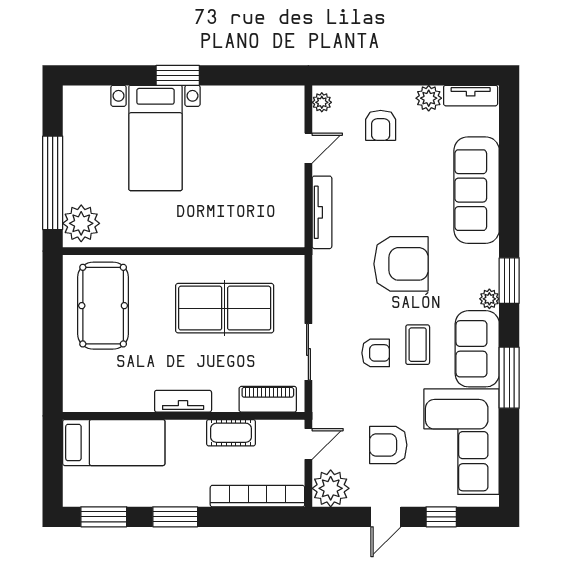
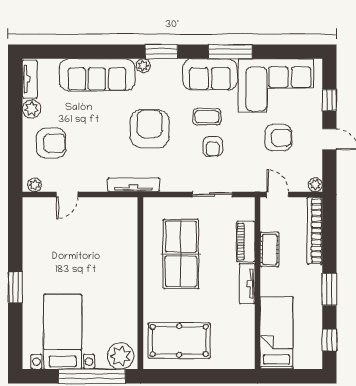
armchair: (381, 125) -> (51, 143), width x1.38, depth x1.38
bed with nightstands: (155, 138) -> (63, 332), moved, turned -90
door: (308, 148) -> (67, 194), swing flipped
tv unit: (322, 212) -> (134, 185), moved
plant: (489, 299) -> (143, 66), moved
armchair: (376, 353) -> (213, 147), turned 180
piano: (268, 399) -> (246, 242), moved
armchair: (388, 445) -> (278, 138), turned -90
plant: (331, 488) -> (315, 185), width x0.53, depth x0.53
window: (104, 517) -> (329, 340), width x0.67

